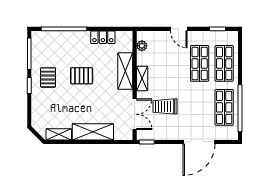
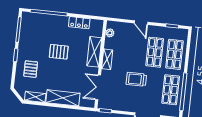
pallet: (48, 77) -> (31, 69), moved
trolley: (165, 106) -> (136, 79), moved
double door: (135, 114) -> (98, 87), swing flipped

